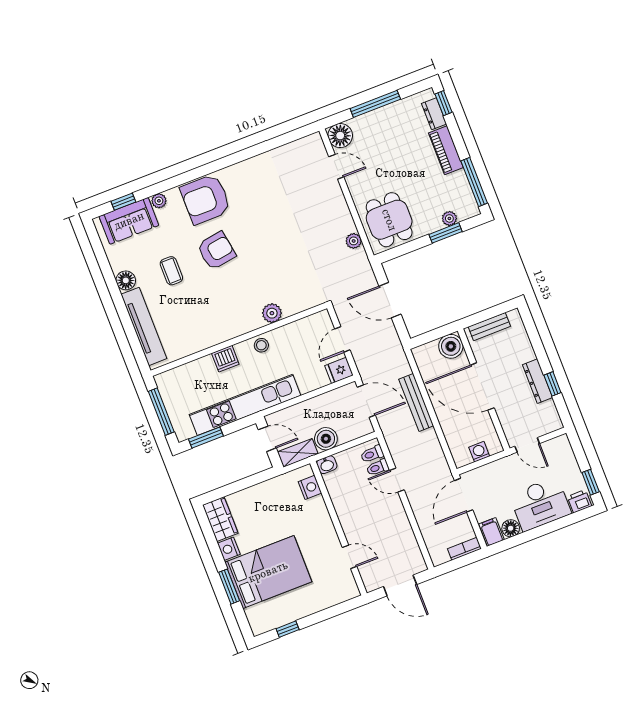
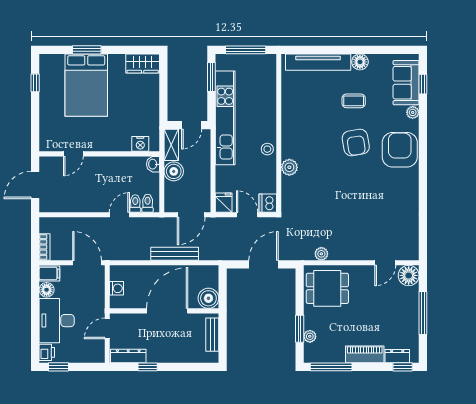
dishwasher: (225, 359) -> (268, 203), moved
dresser: (537, 381) -> (128, 356), moved
nightstand: (229, 549) -> (117, 61), removed

